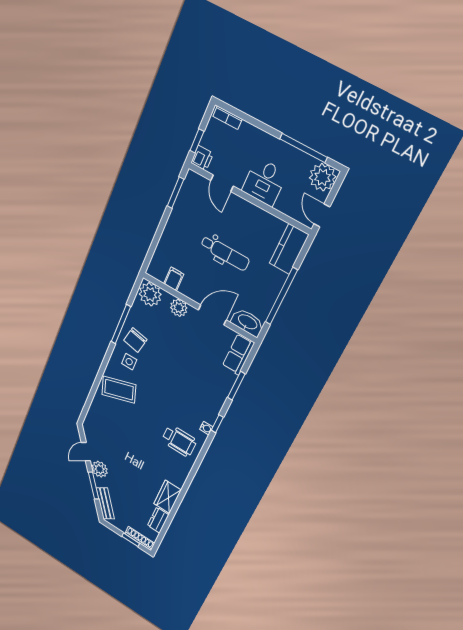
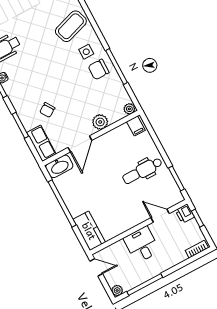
plant: (323, 177) -> (117, 291), width x0.53, depth x0.53
dental chair: (225, 253) -> (142, 171), moved
filing cabinet: (174, 279) -> (136, 126), moved
plant: (150, 294) -> (129, 109), width x0.53, depth x0.53
chair: (135, 340) -> (99, 69), turned -101
chair: (204, 367) -> (47, 110), added

